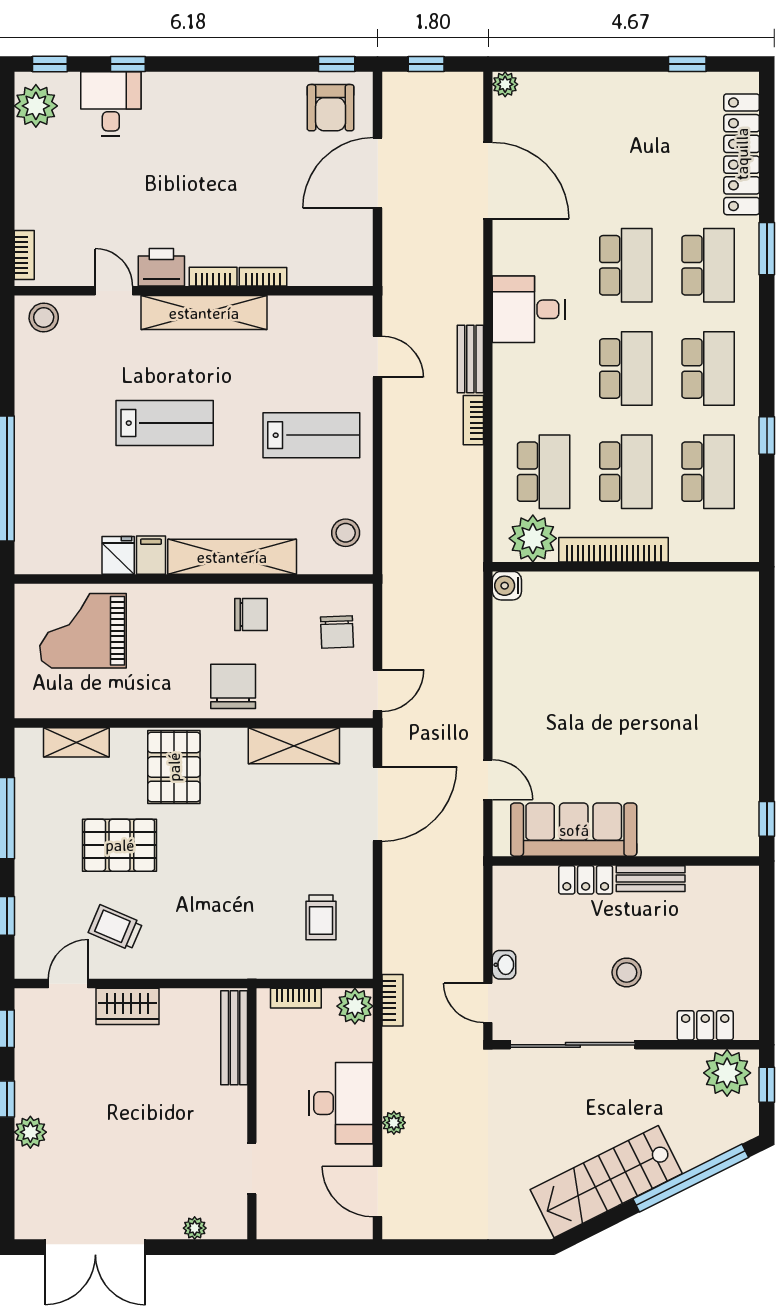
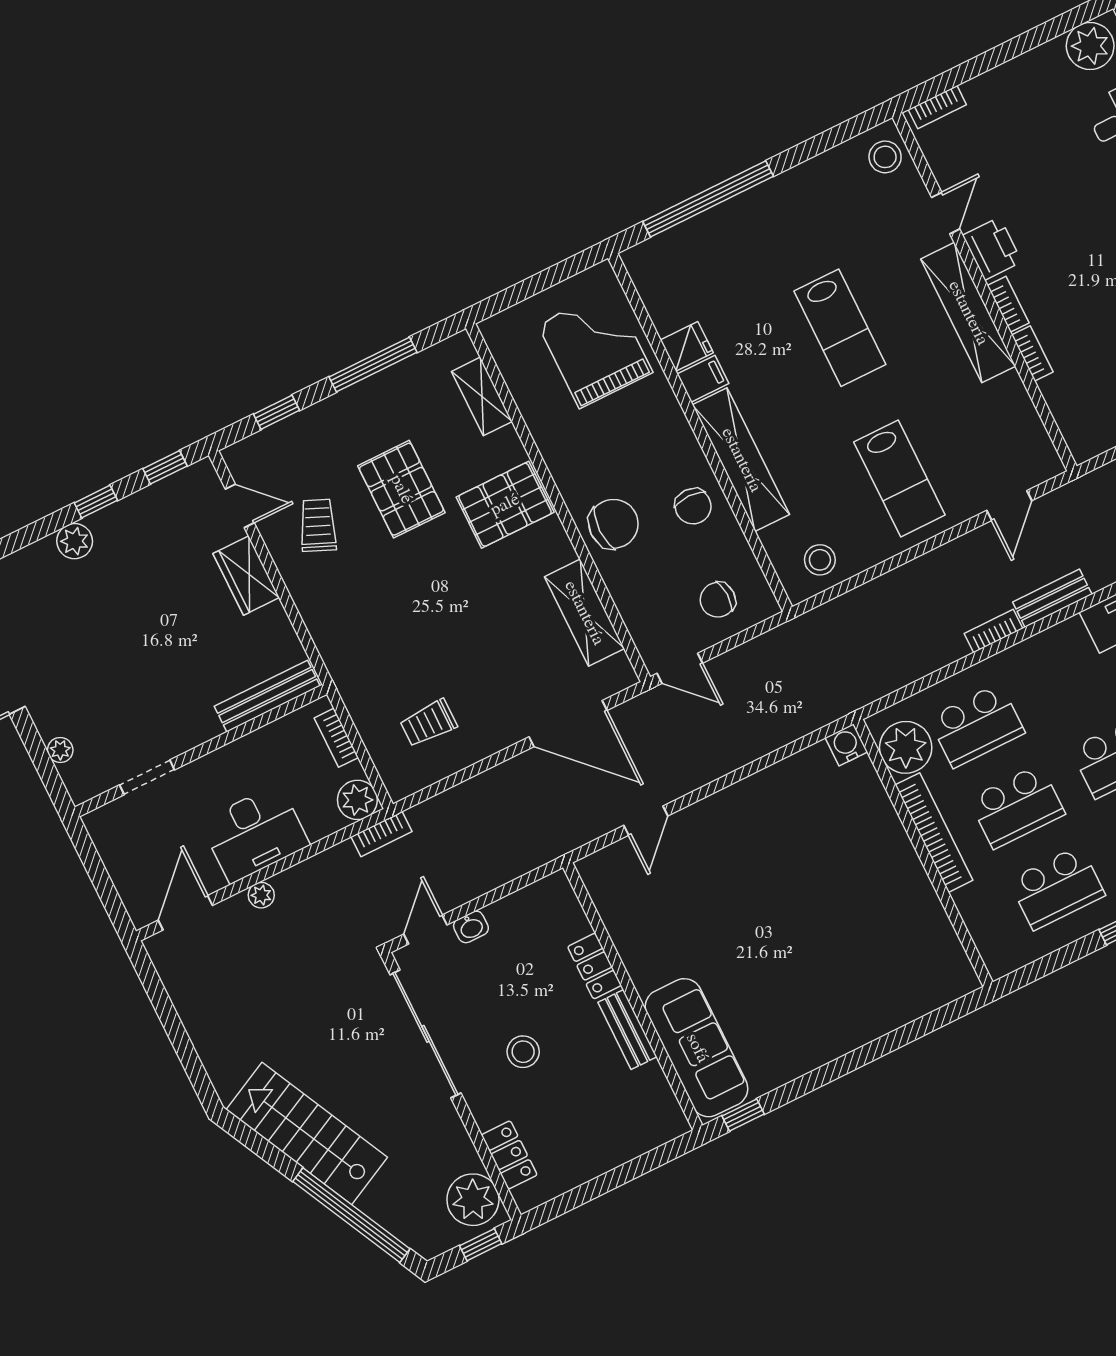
sofa: (574, 830) -> (697, 1048), moved

